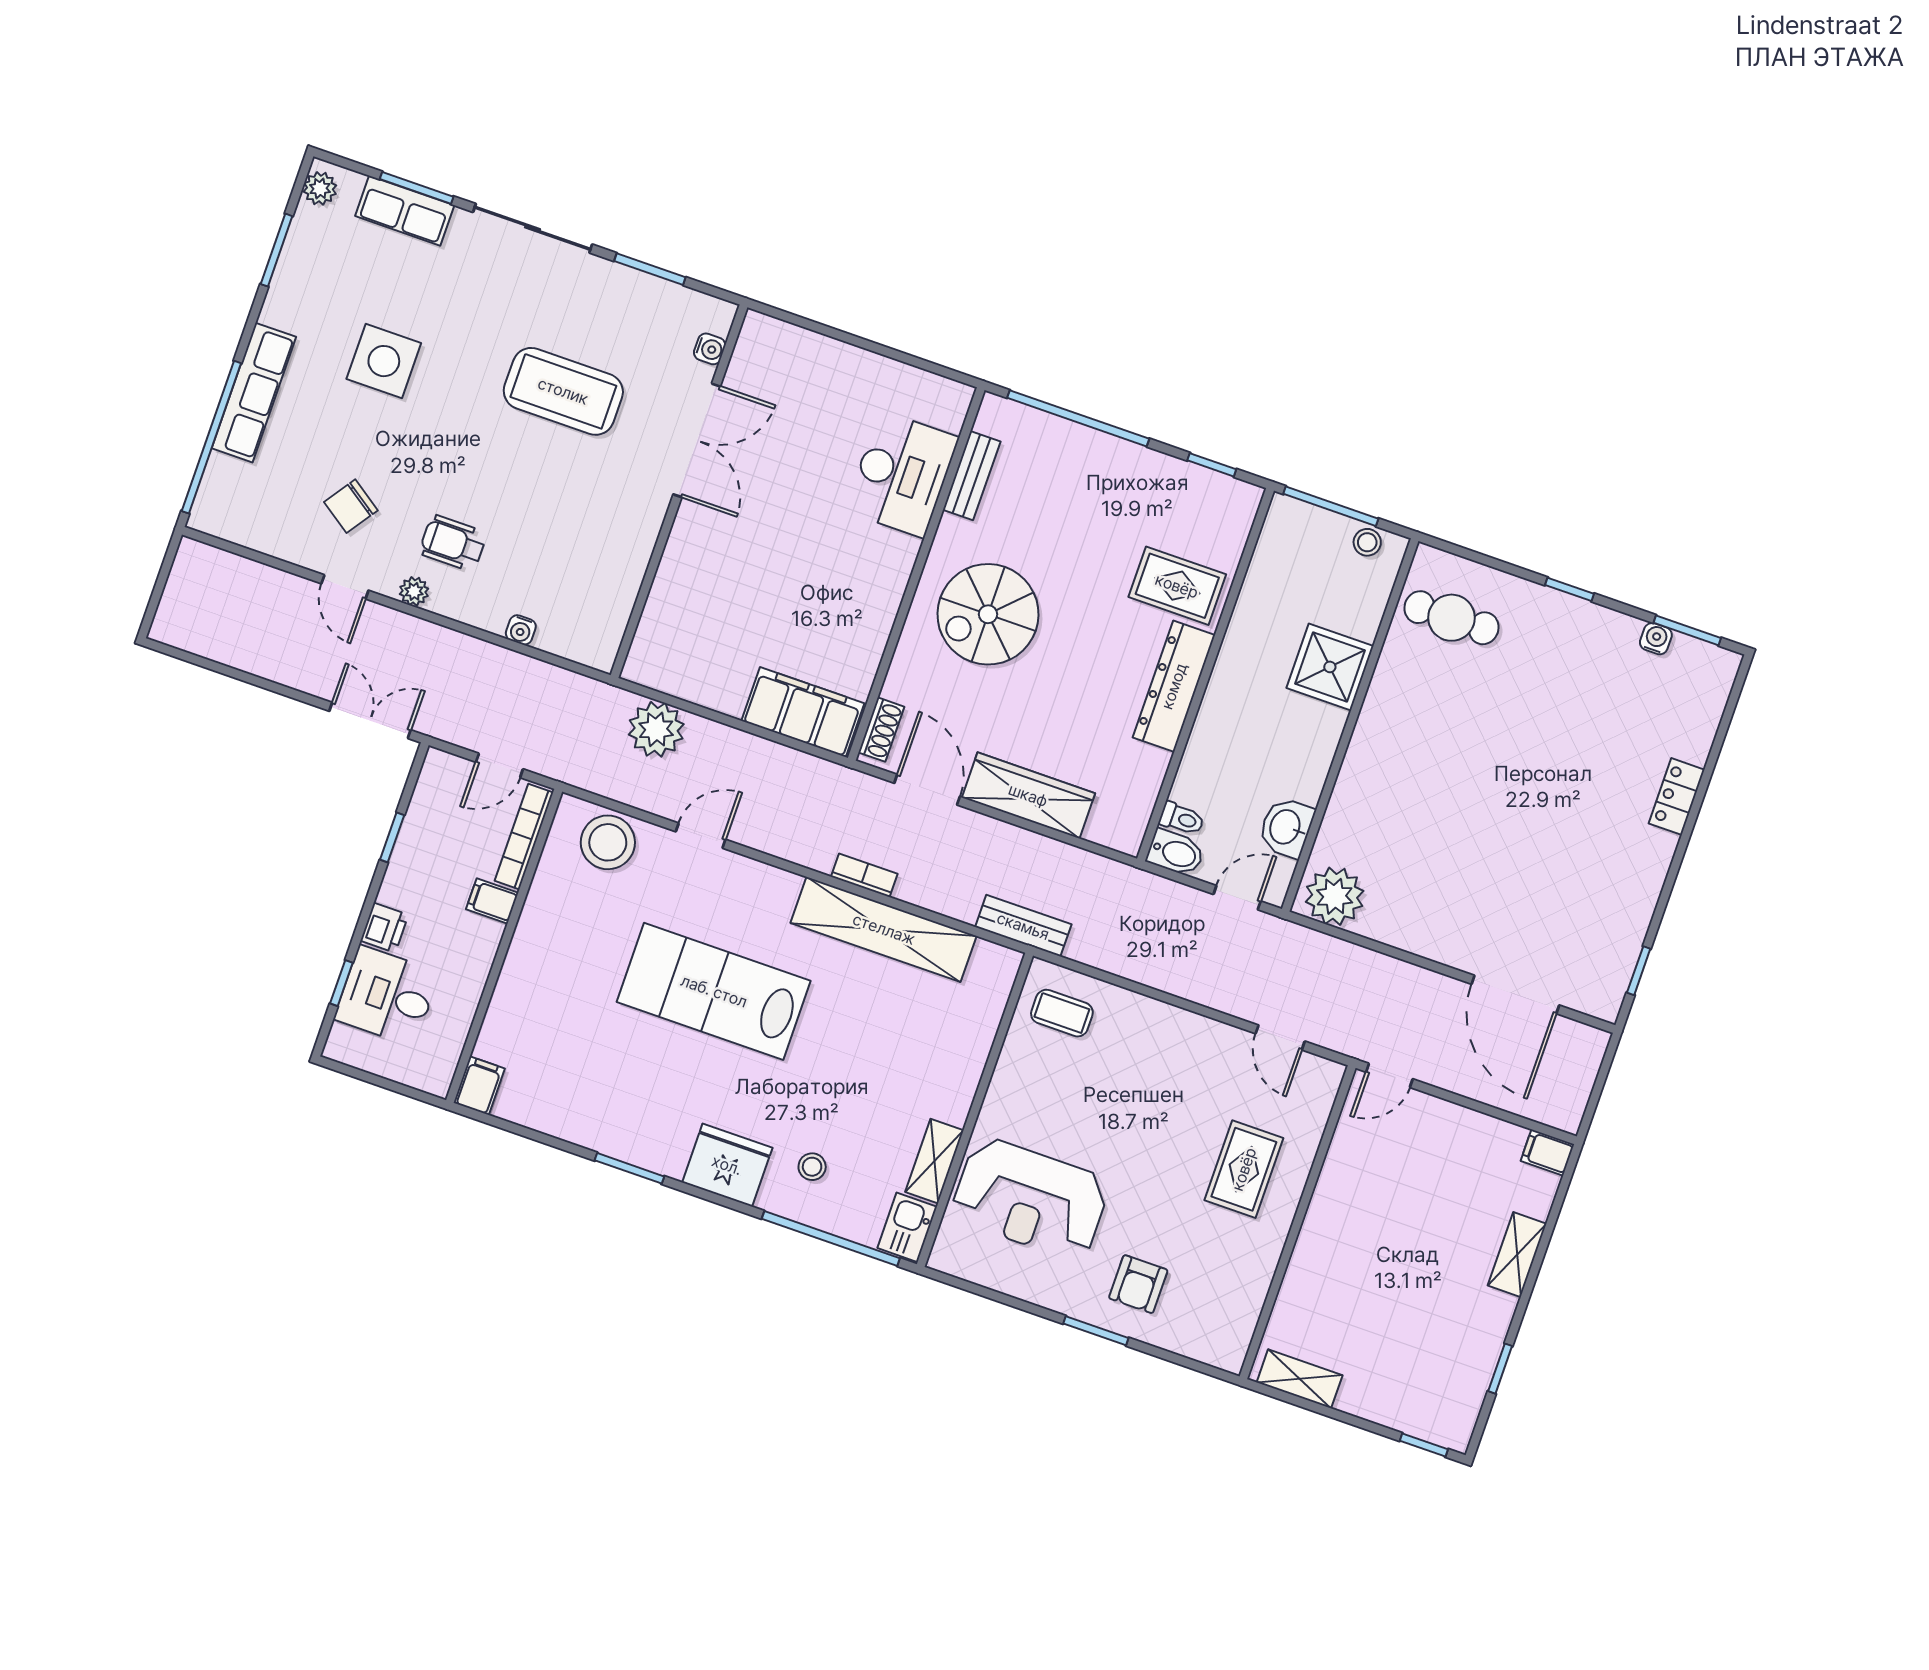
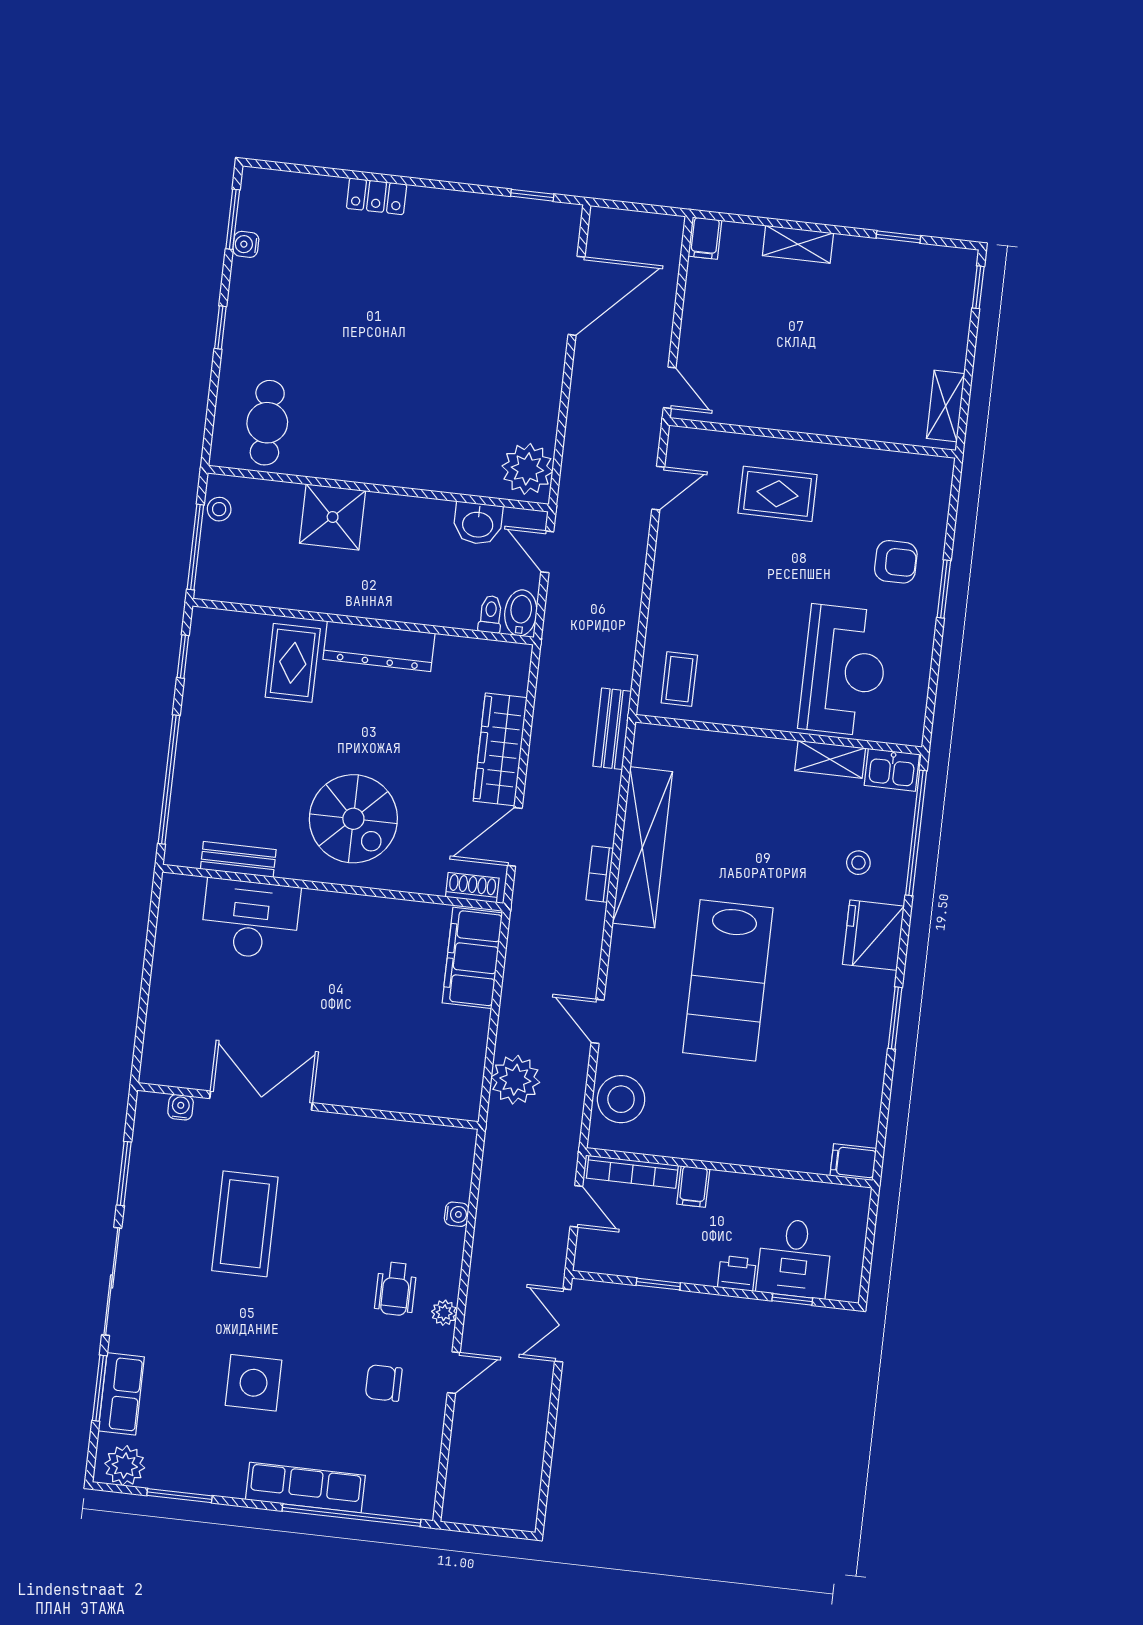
plant: (320, 188) -> (125, 1466), width x1.38, depth x1.38
chair: (351, 506) -> (384, 1383), turned 145

